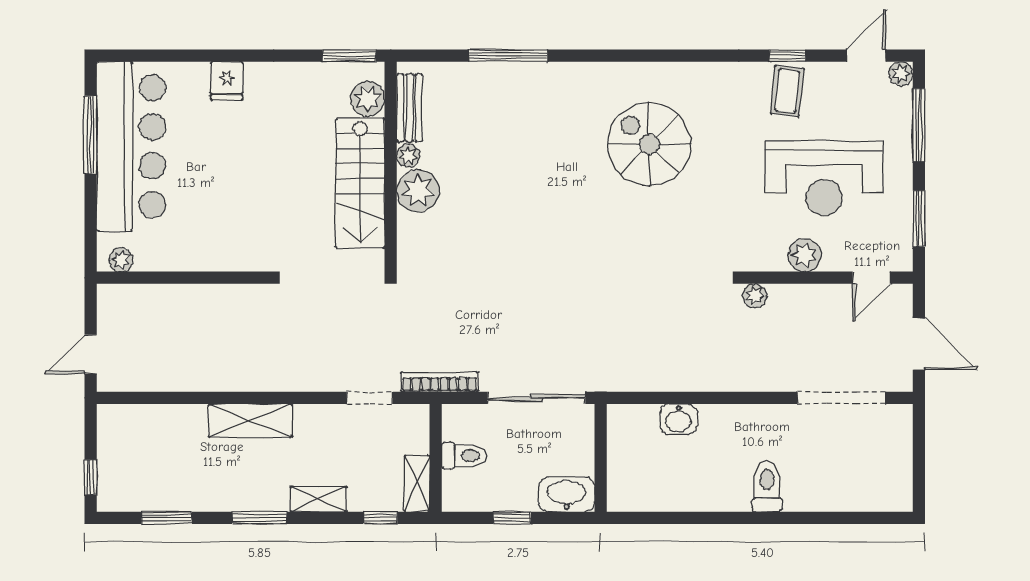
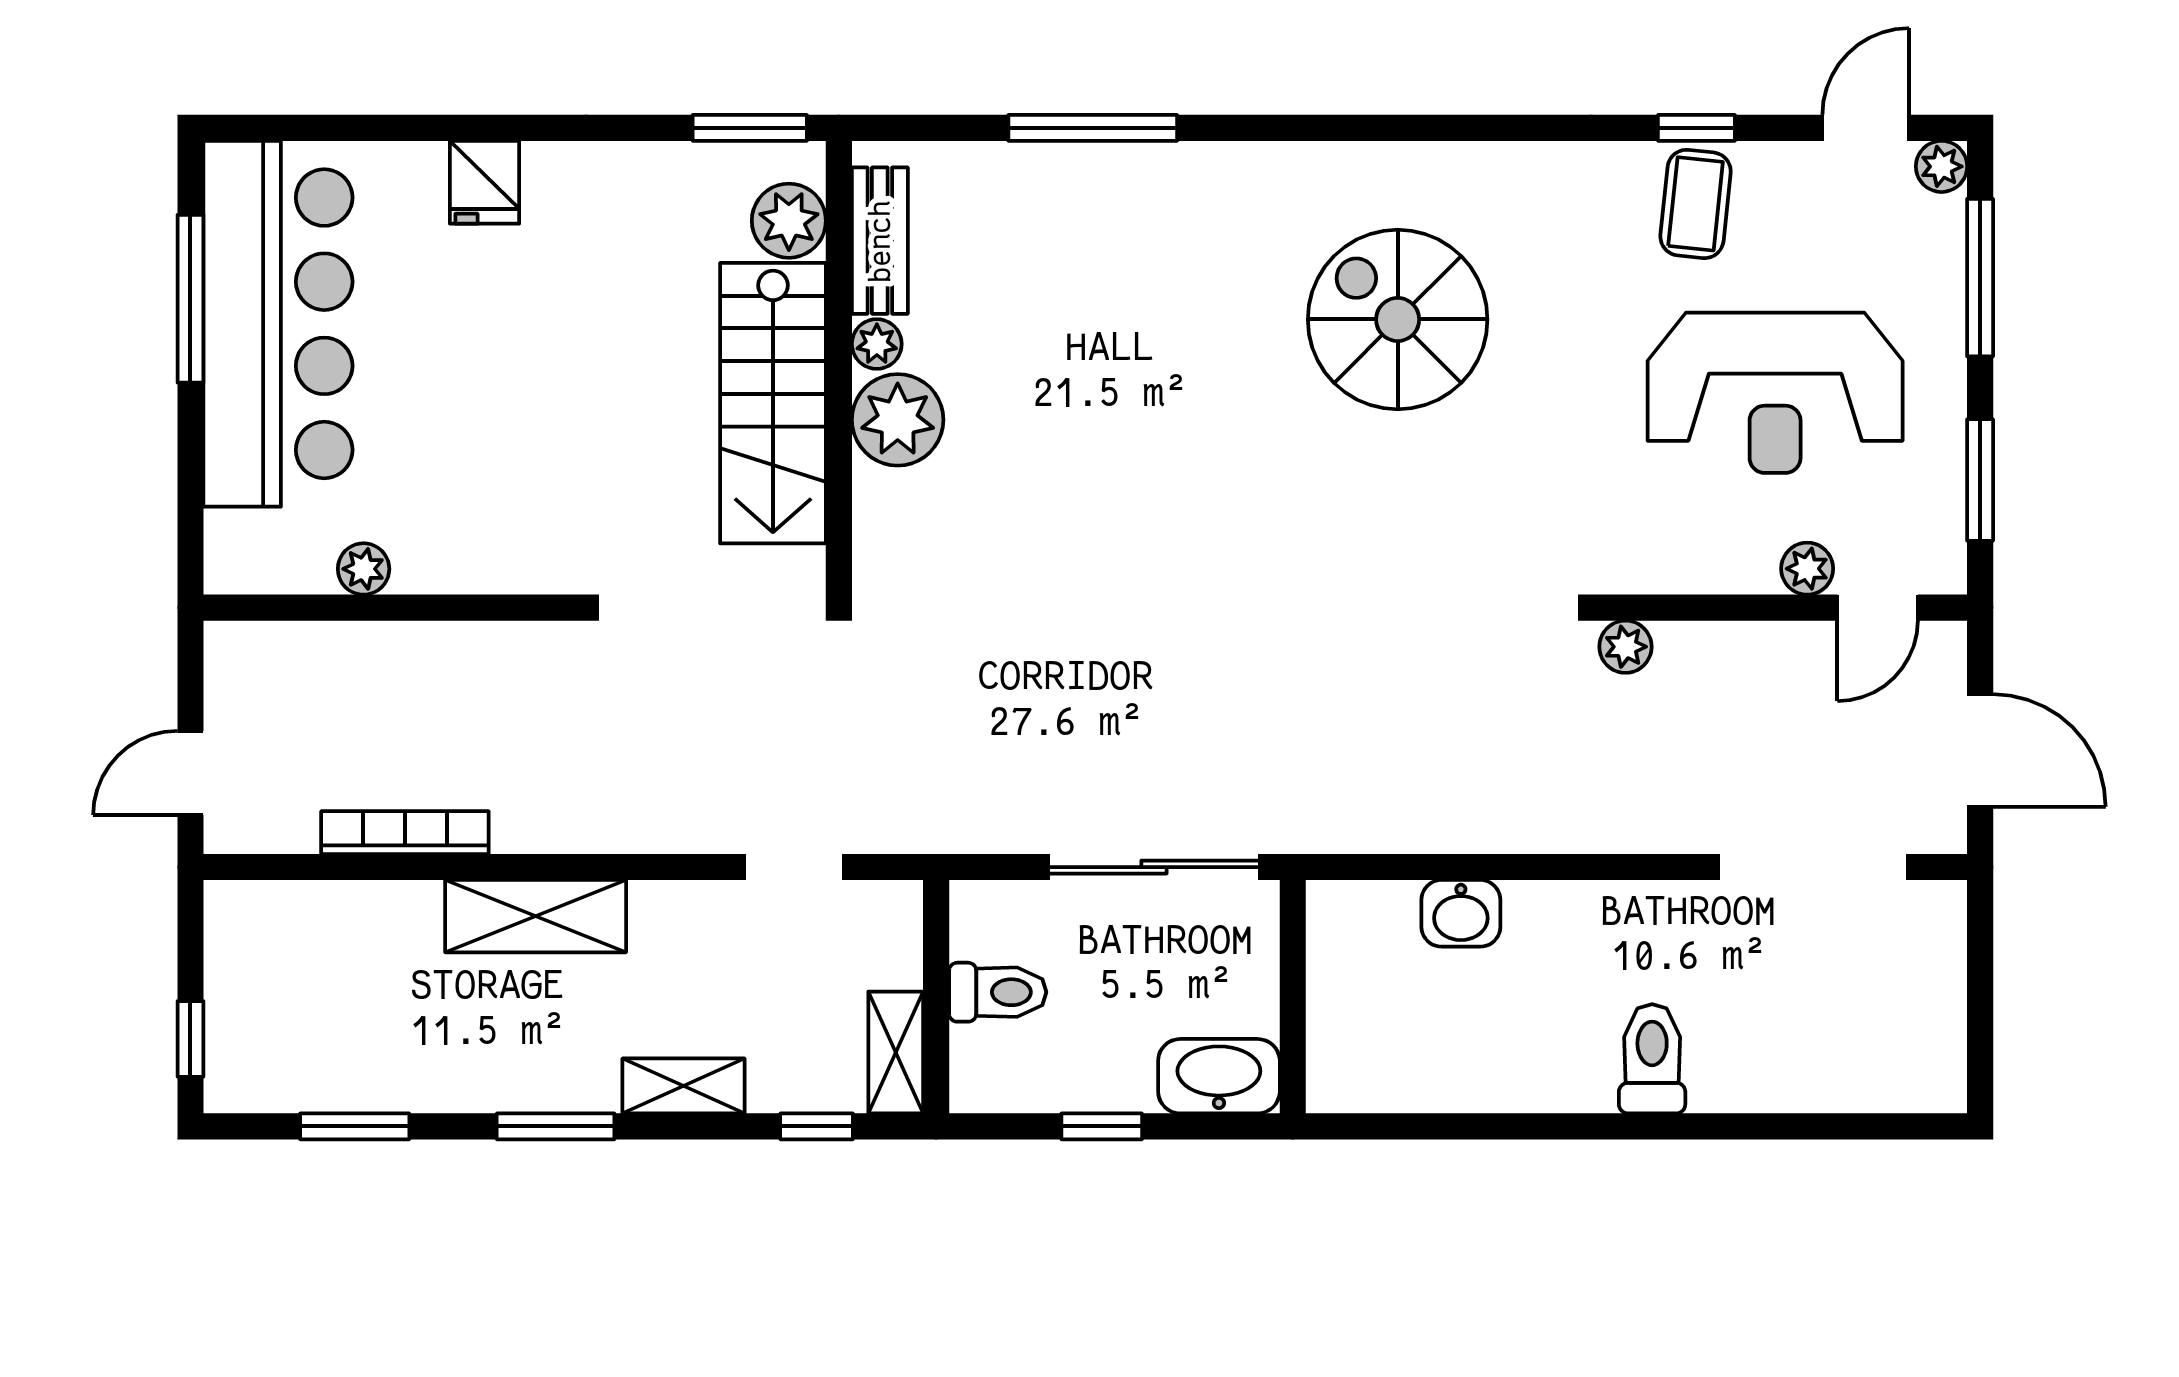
plant: (804, 255) -> (1807, 569), moved, width x0.73, depth x0.73
plant: (121, 260) -> (364, 569), moved
bookcase: (439, 382) -> (405, 833), moved

